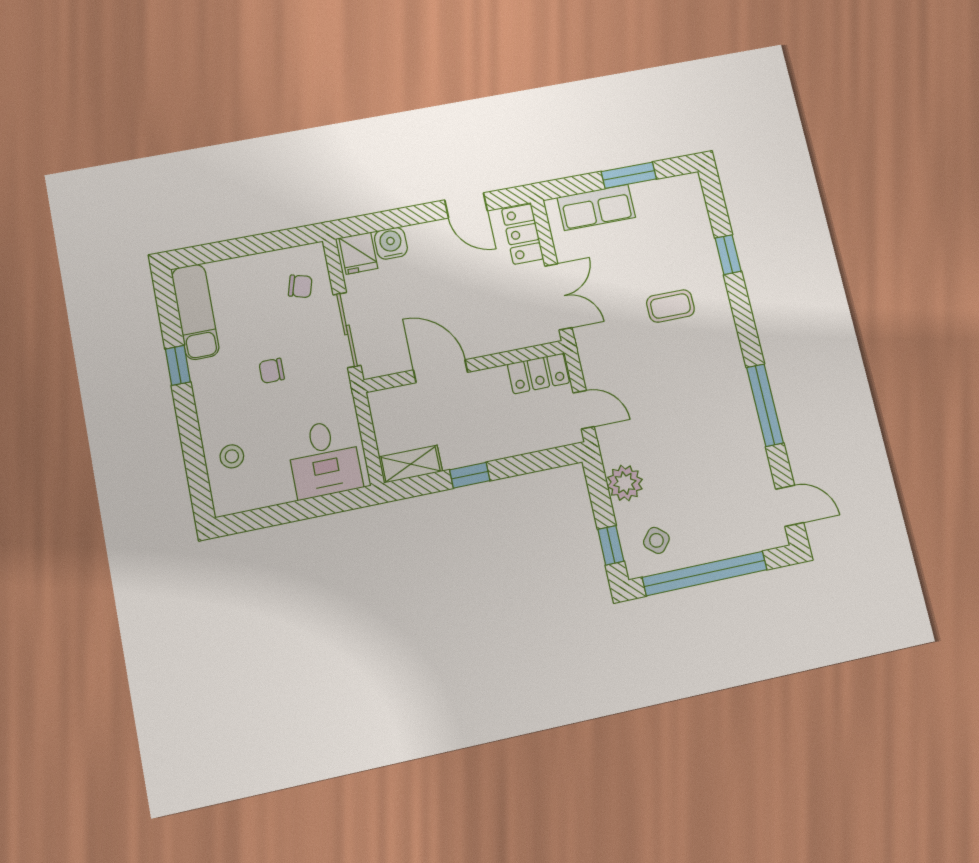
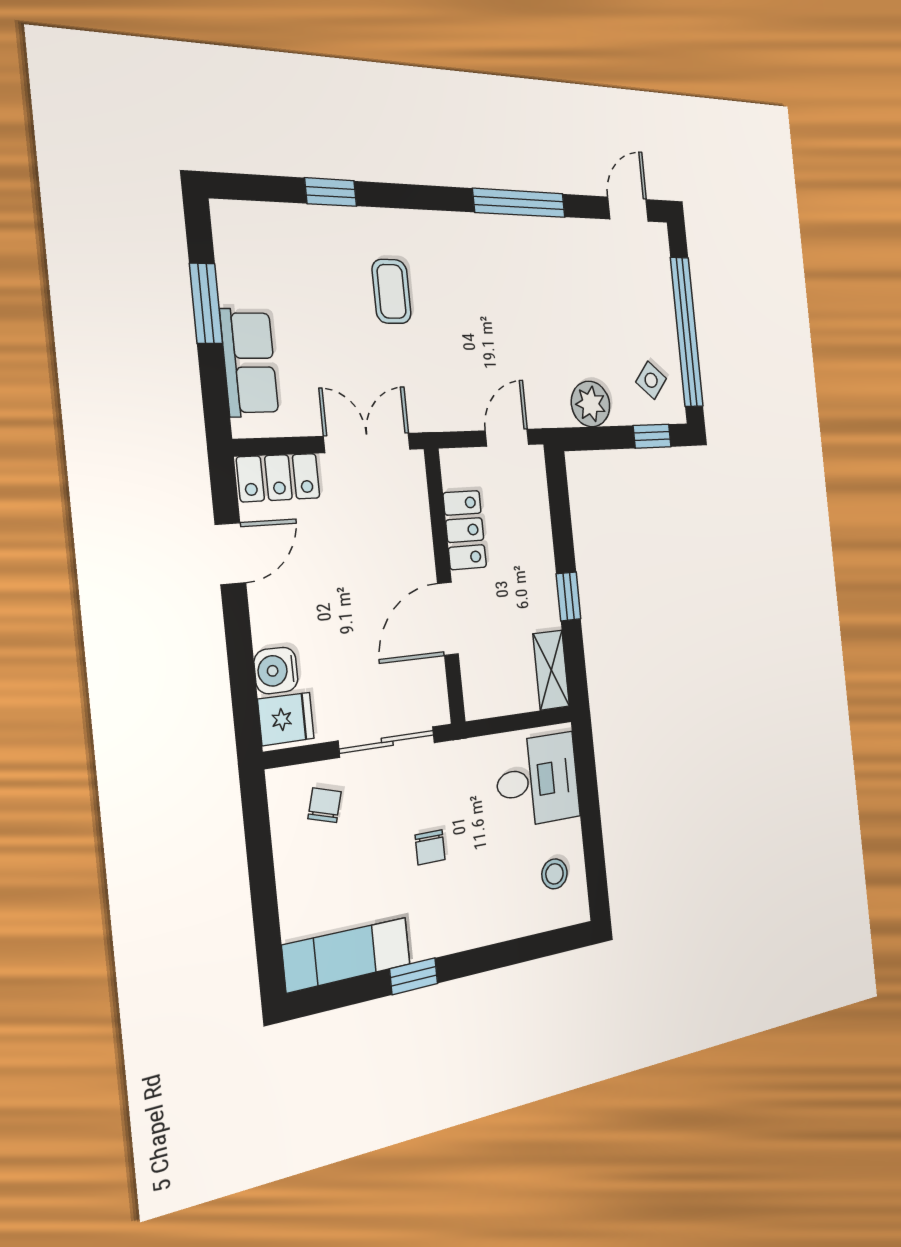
locker: (538, 373) -> (465, 530), moved
stool: (232, 456) -> (555, 874), moved

